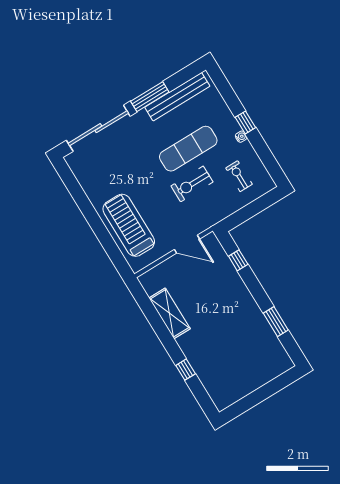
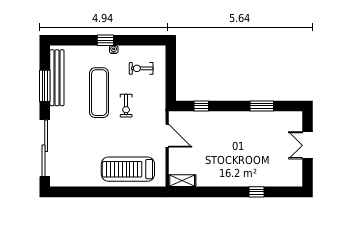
window: (150, 97) -> (45, 86), moved
exercise bike: (192, 184) -> (126, 106), width x0.73, depth x0.72
door: (187, 244) -> (167, 136), hinge flipped
shelving: (170, 313) -> (182, 181), moved, width x0.67, depth x0.75
double door: (264, 392) -> (307, 145), added

